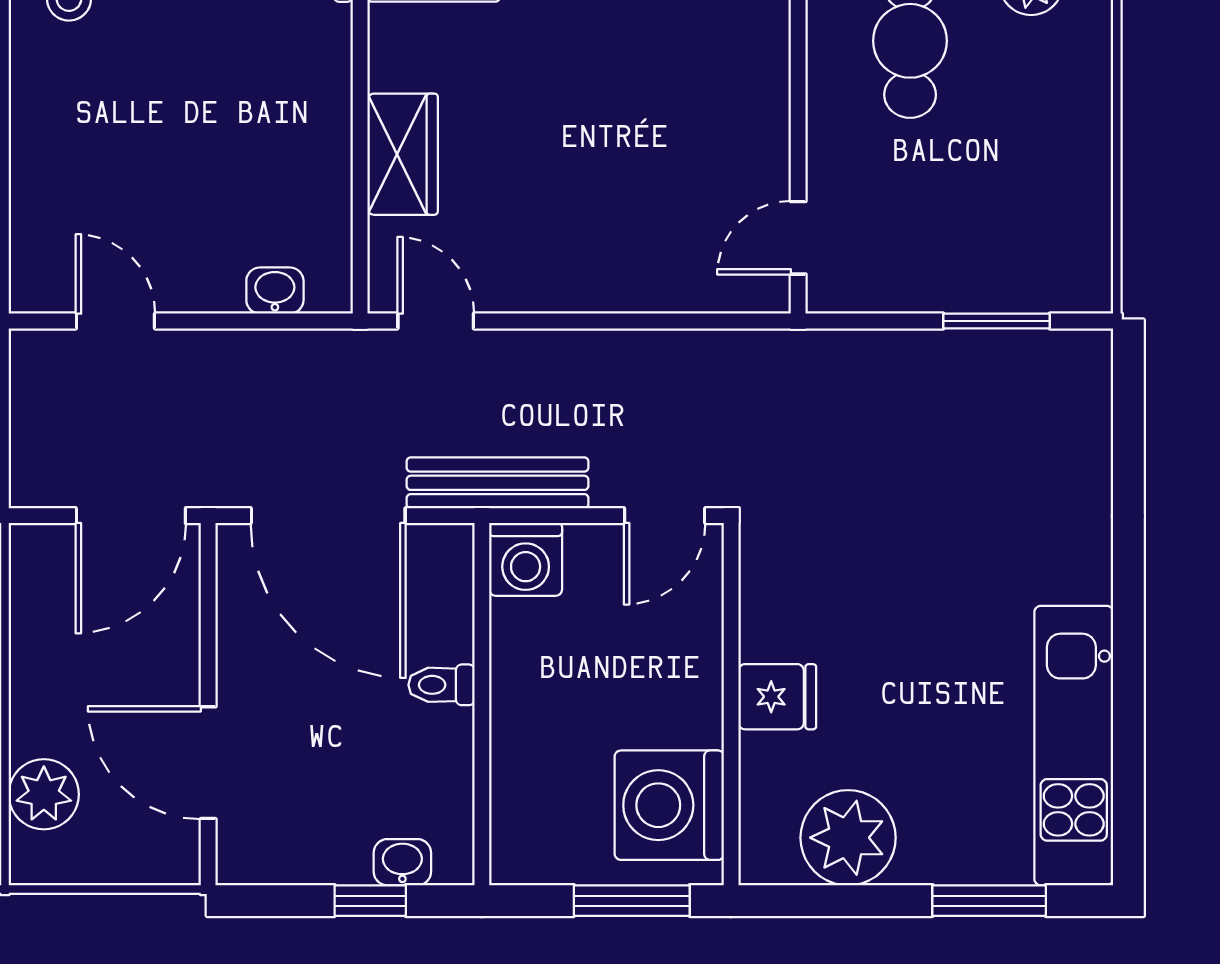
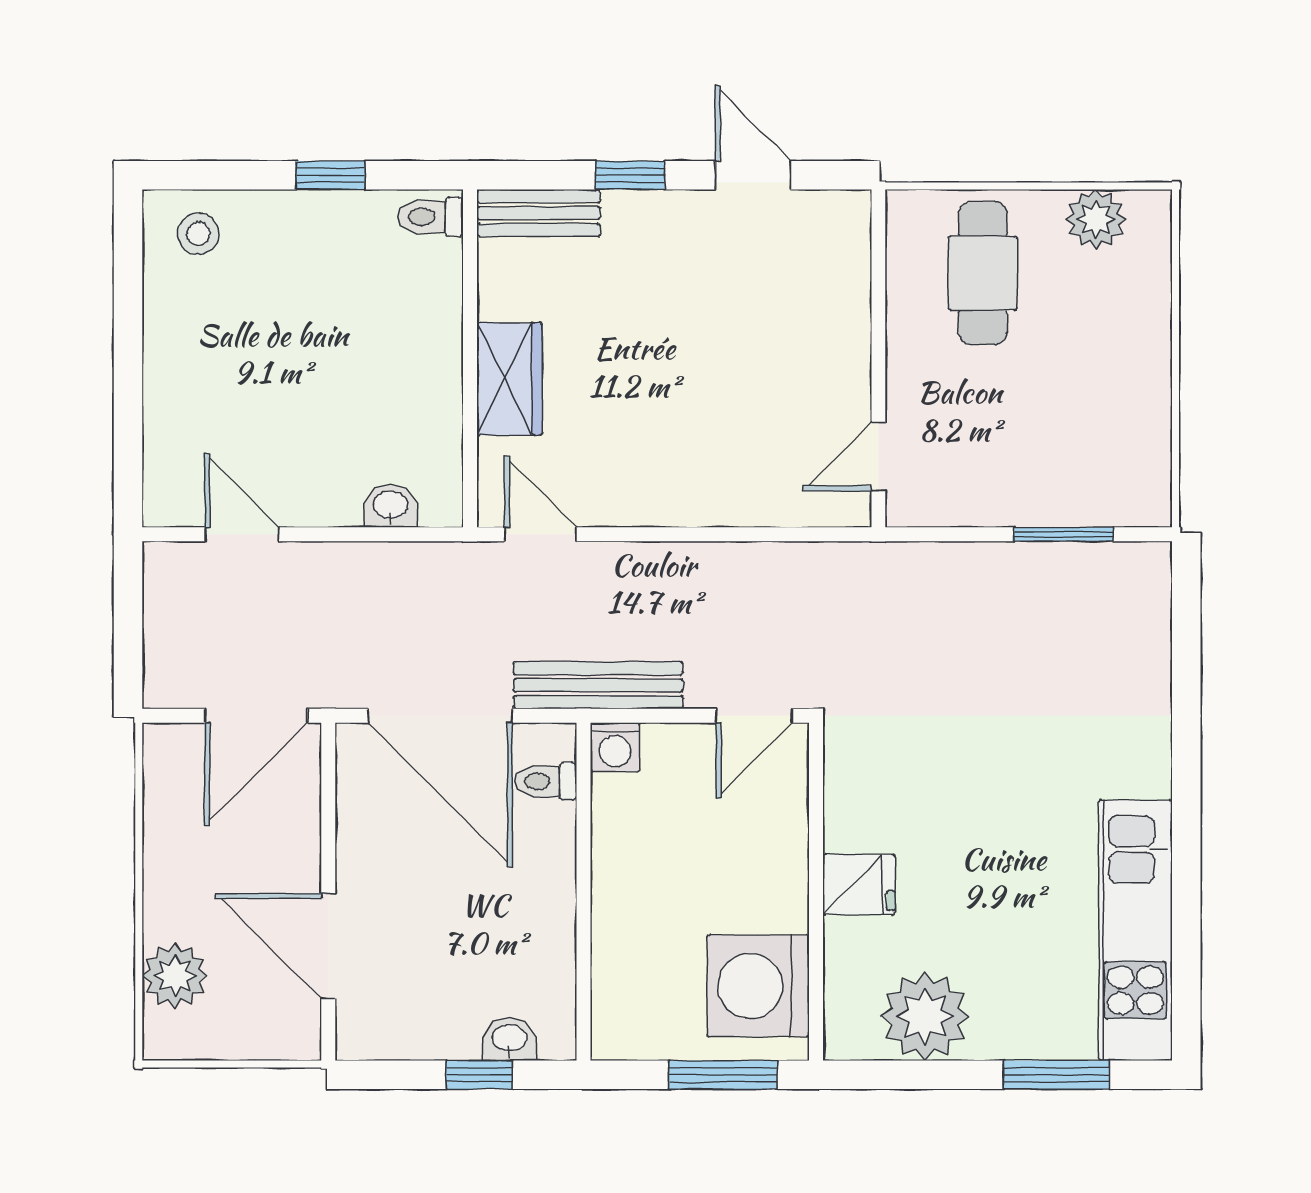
washing machine: (526, 559) -> (615, 747), width x0.73, depth x0.73
toilet: (441, 685) -> (546, 781), moved

